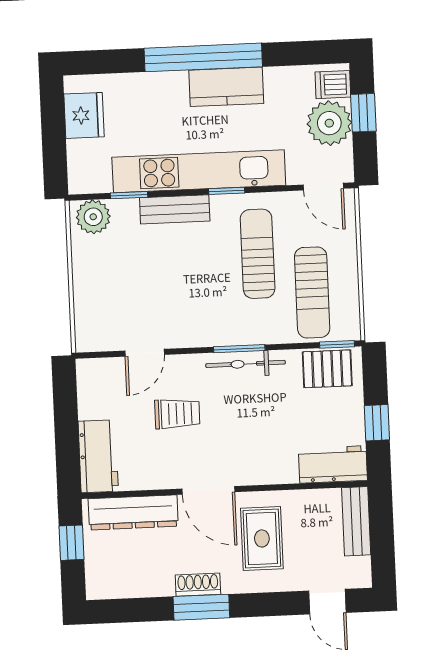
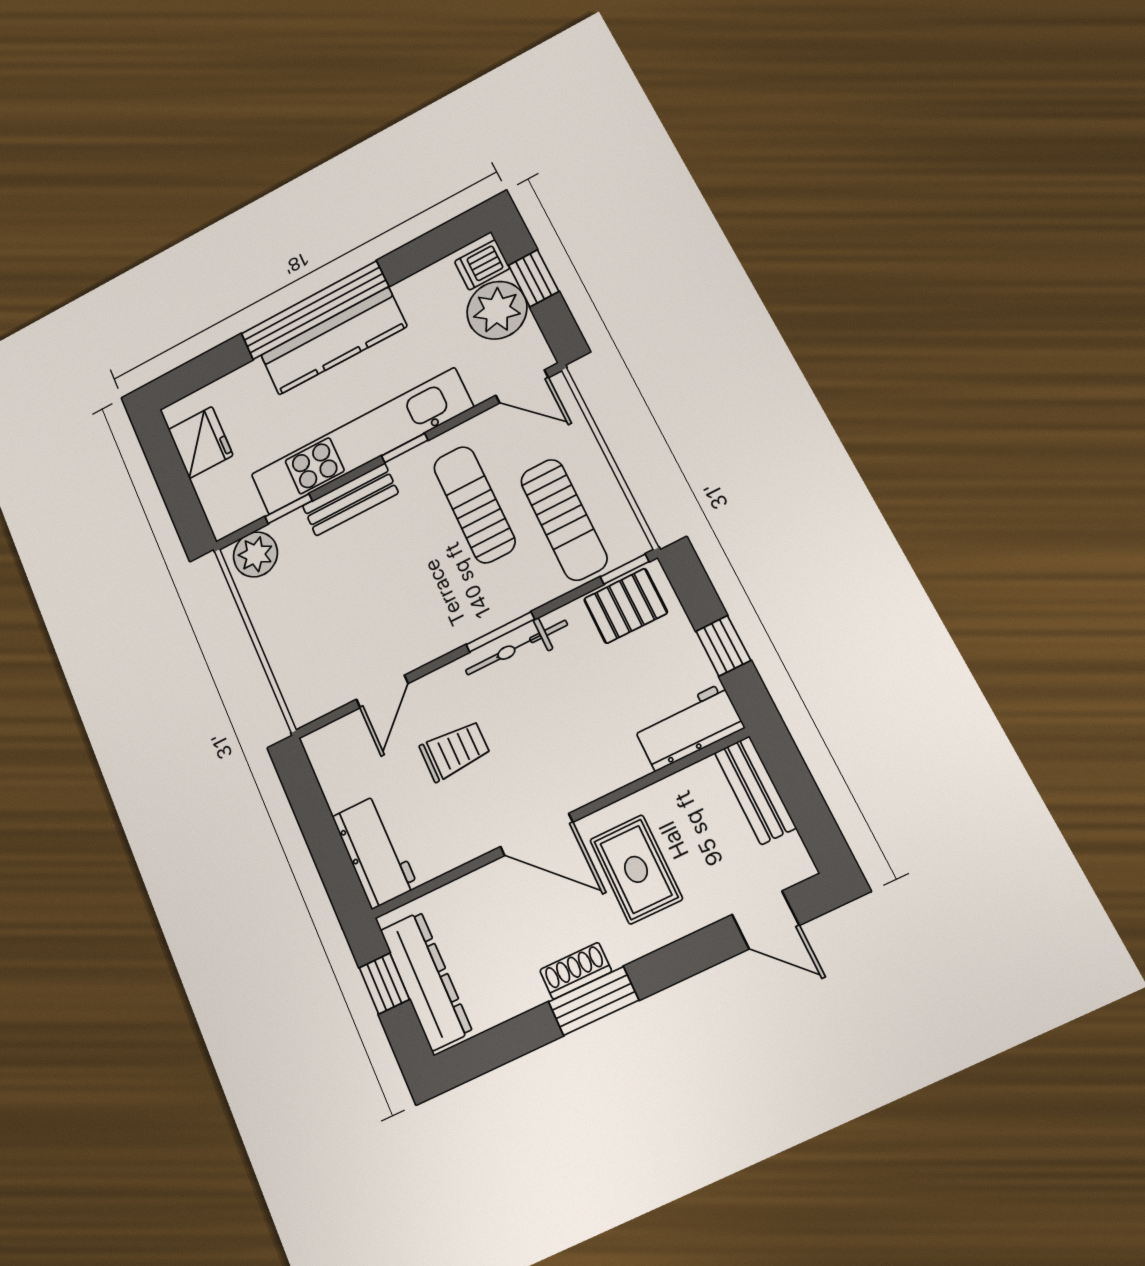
kitchen counter: (226, 87) -> (334, 341), width x1.50
dresser: (133, 512) -> (426, 981), moved, turned -90

